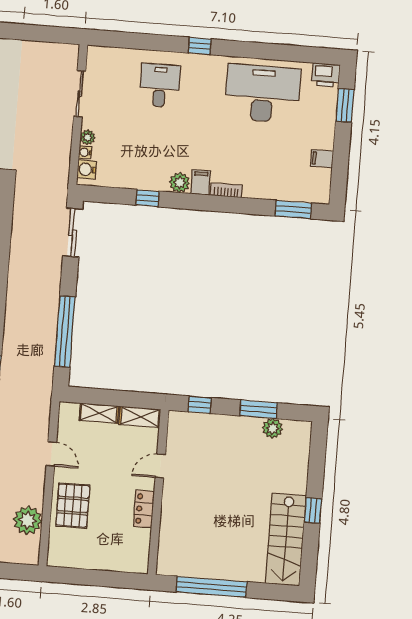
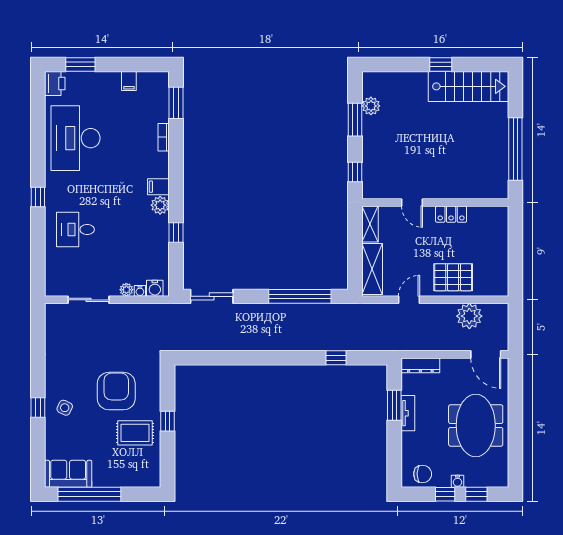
bookcase: (226, 190) -> (164, 137), moved
shelving: (99, 413) -> (372, 269), width x1.50, depth x1.33

